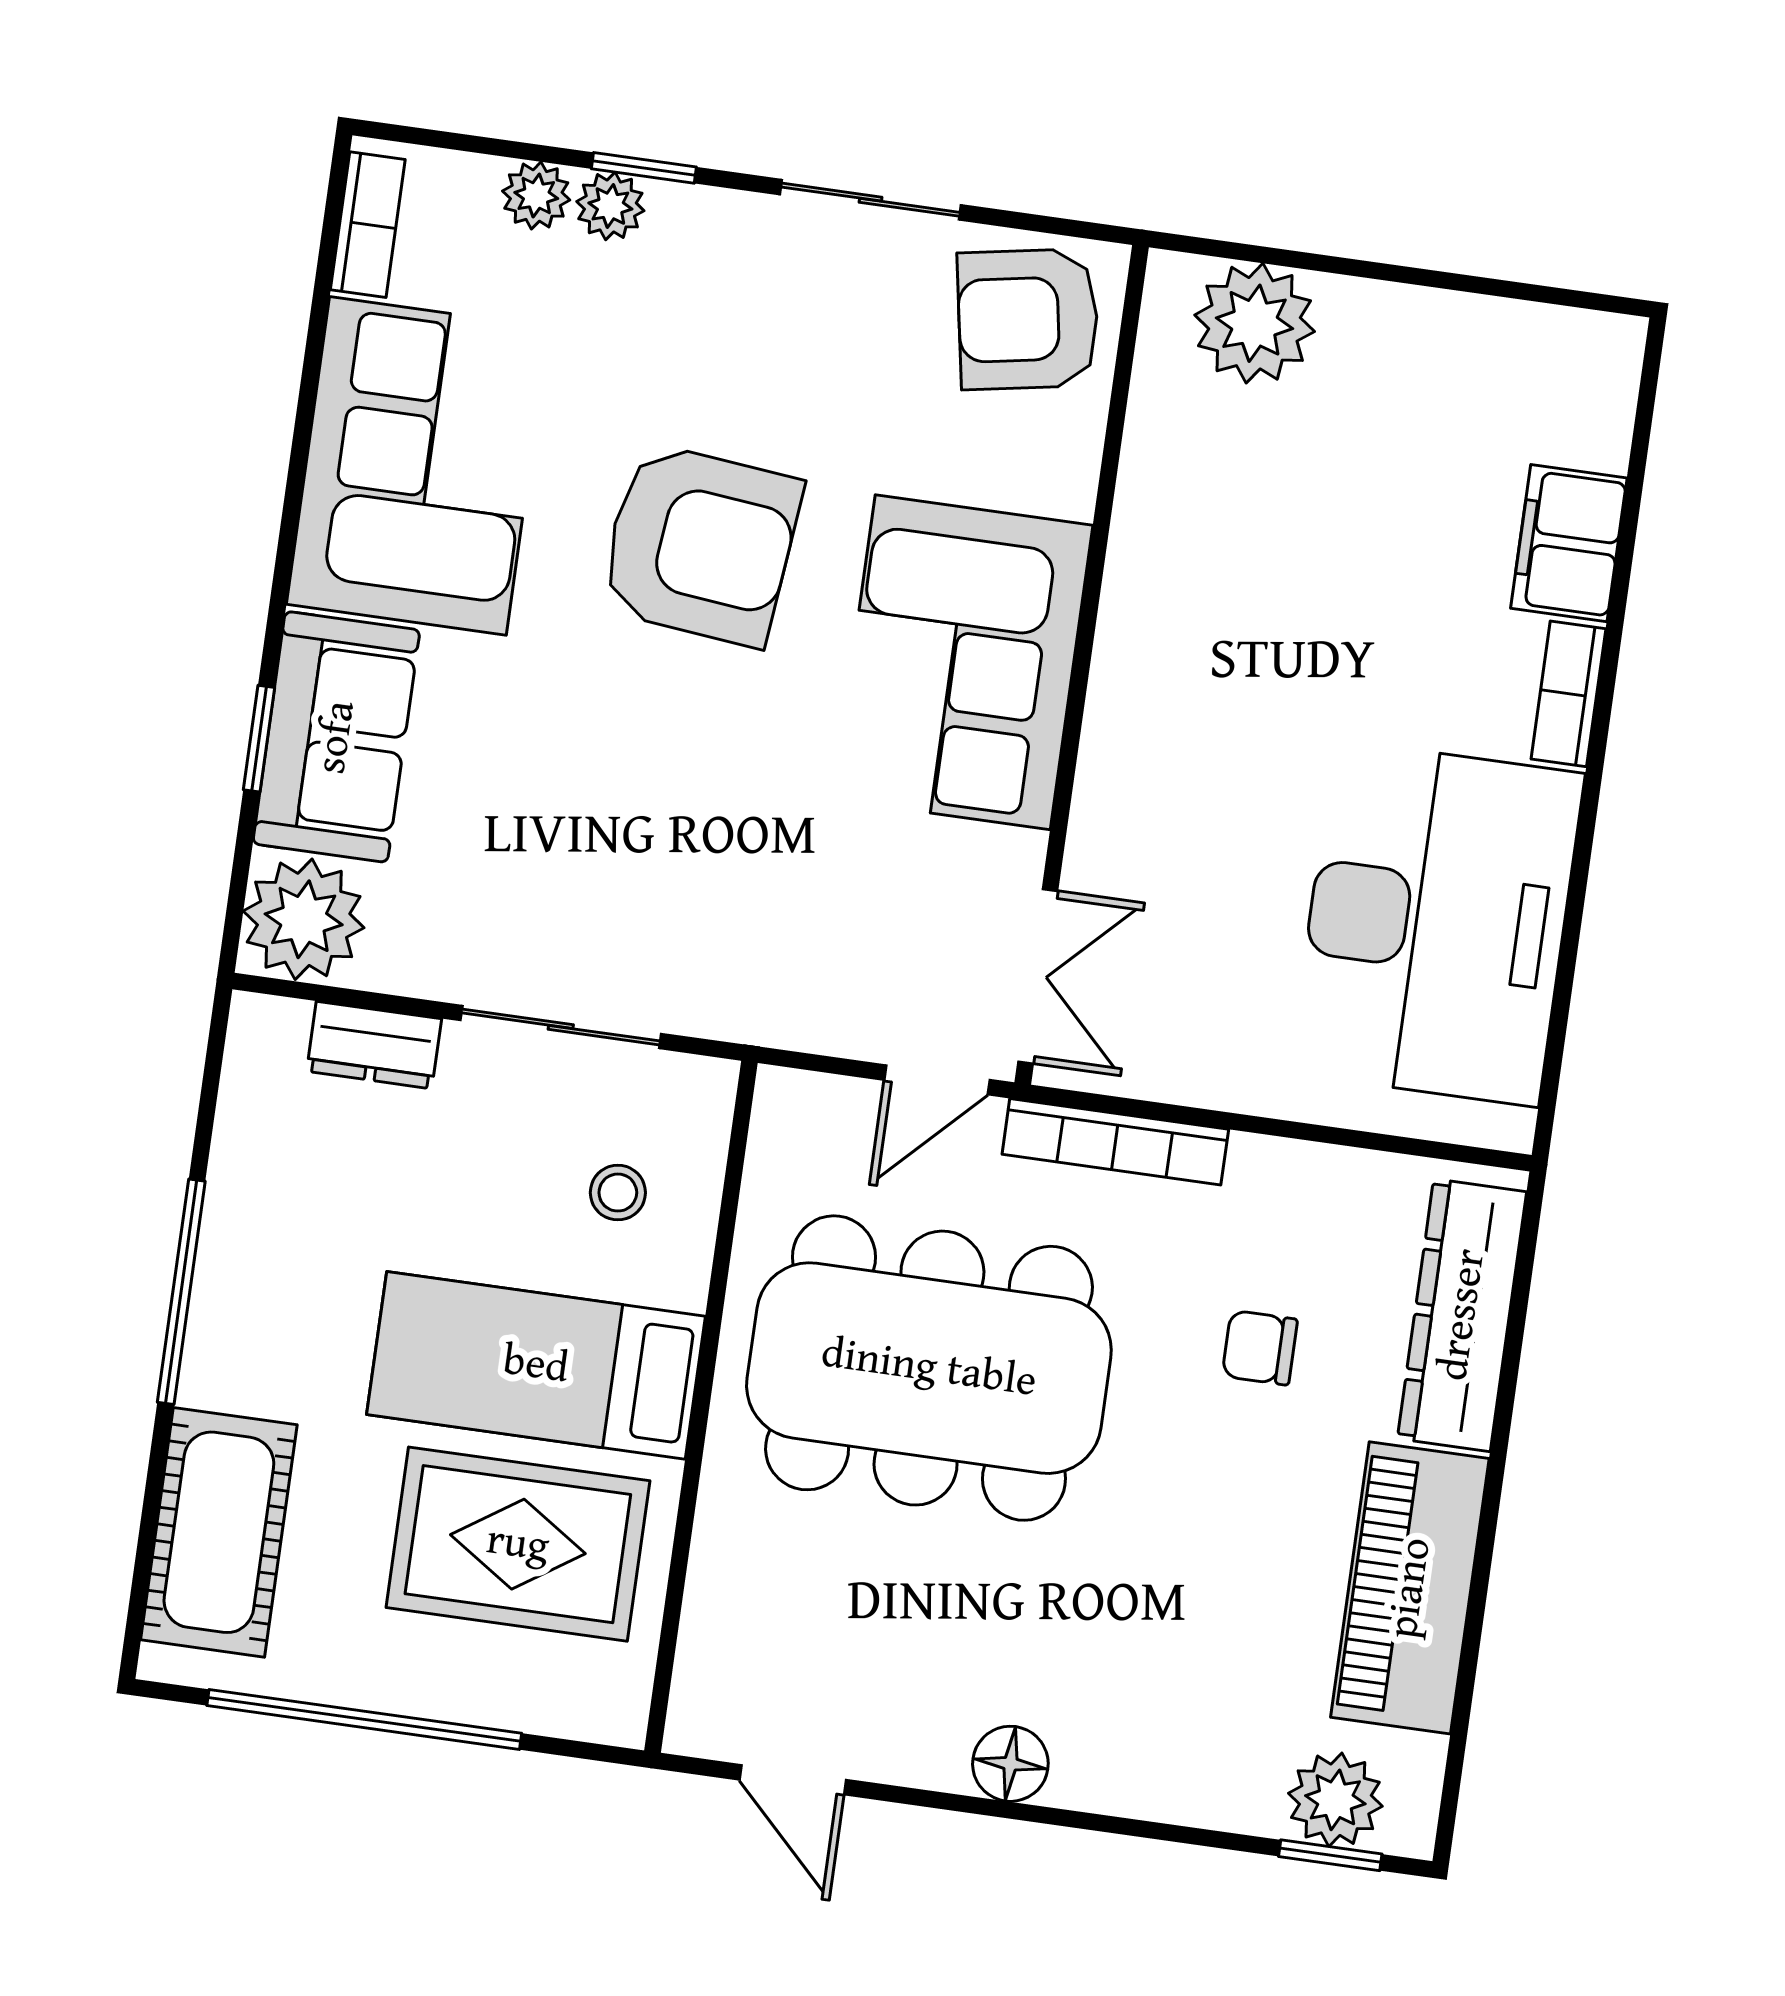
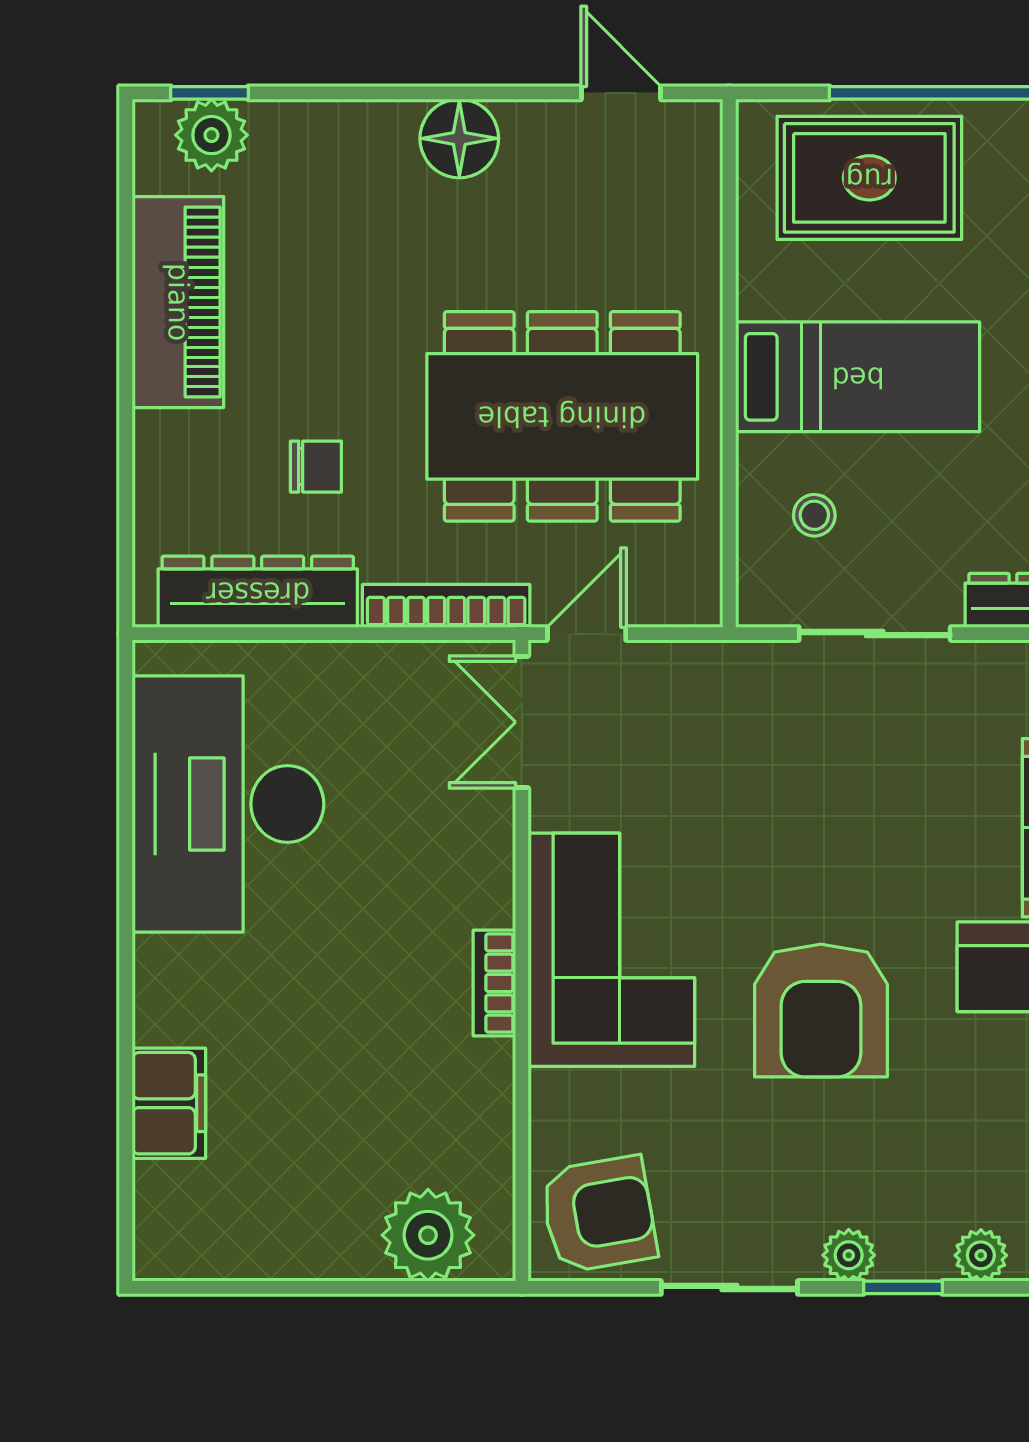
plant: (610, 206) -> (849, 1255), moved
armchair: (700, 544) -> (821, 1011), turned -96
bookcase: (1568, 694) -> (494, 983), moved, turned 180
dresser: (1462, 1315) -> (258, 592), moved, turned -90
rug: (518, 1544) -> (869, 178), moved
floor lamp: (1010, 1764) -> (459, 138), width x1.38, depth x1.38

